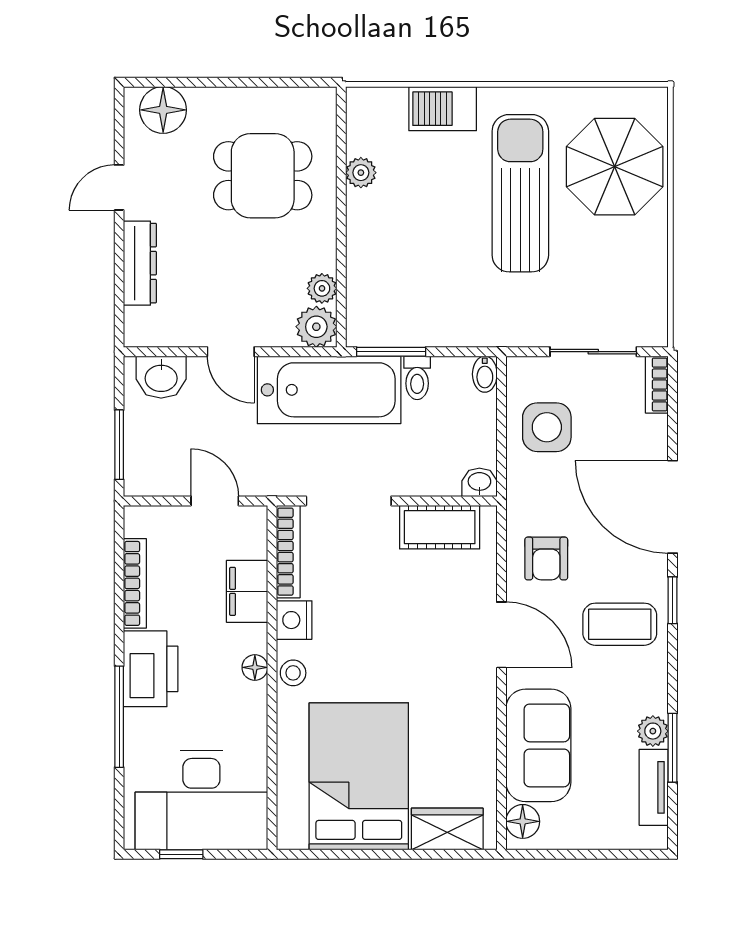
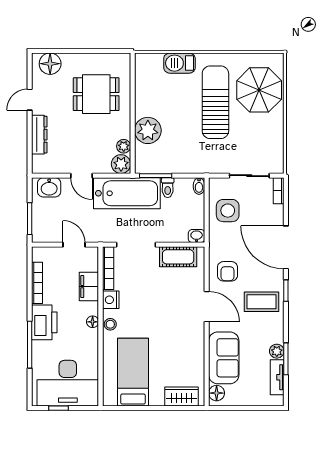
plant: (361, 173) -> (148, 130), moved, width x1.87, depth x1.87
bed: (359, 776) -> (133, 372), width x0.67

